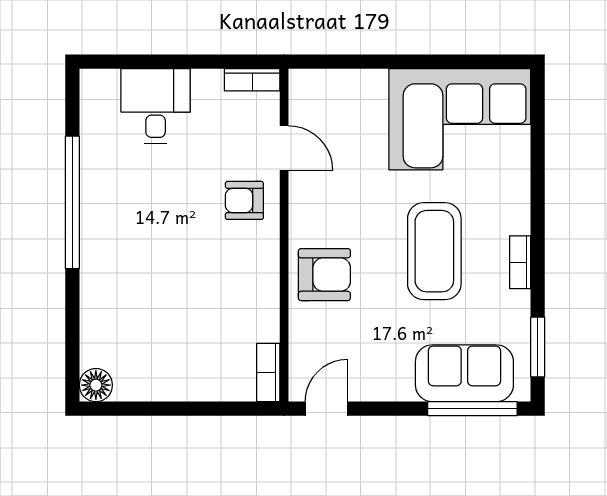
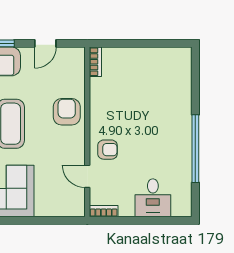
armchair: (324, 275) -> (67, 112), turned 90
floor lamp: (96, 385) -> (183, 55), removed
door: (326, 409) -> (45, 43), moved

